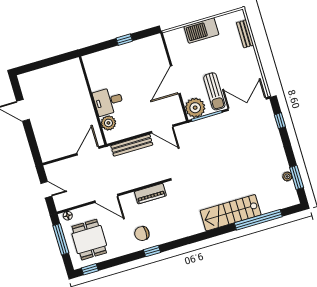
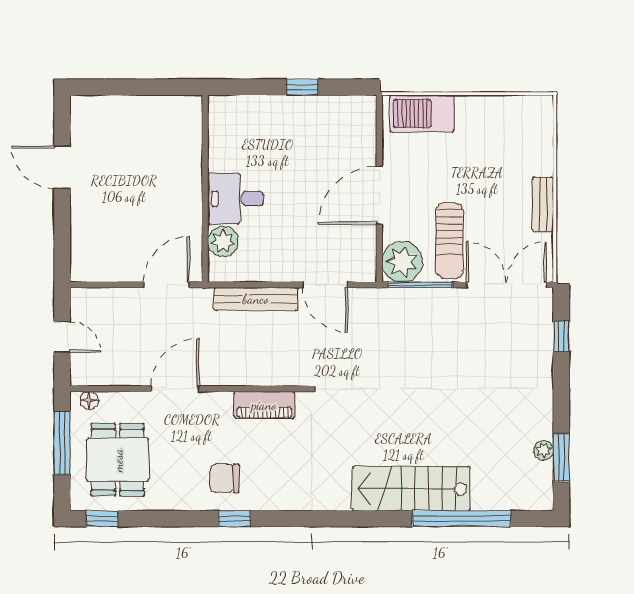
barbecue: (201, 30) -> (422, 113), moved
bench: (245, 34) -> (543, 204), moved
door: (106, 198) -> (175, 389), swing flipped

